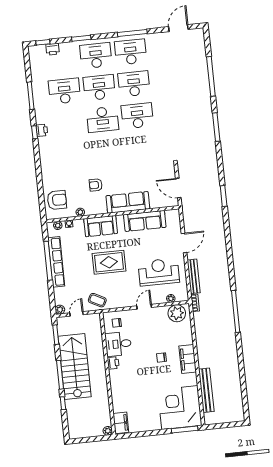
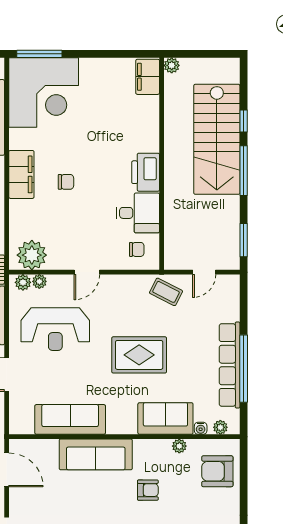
sofa: (101, 226) -> (165, 418), moved
plant: (60, 310) -> (23, 282), moved
printer: (113, 363) -> (146, 172), width x1.87, depth x1.48
stairs: (75, 367) -> (217, 139), moved

